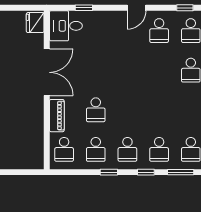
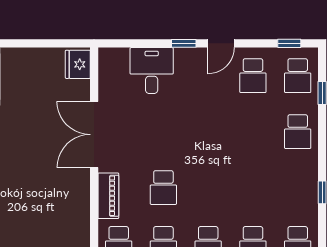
window: (84, 8) -> (184, 43), moved
desk: (66, 26) -> (152, 71), moved, turned 90
double door: (47, 72) -> (94, 135), swing flipped

